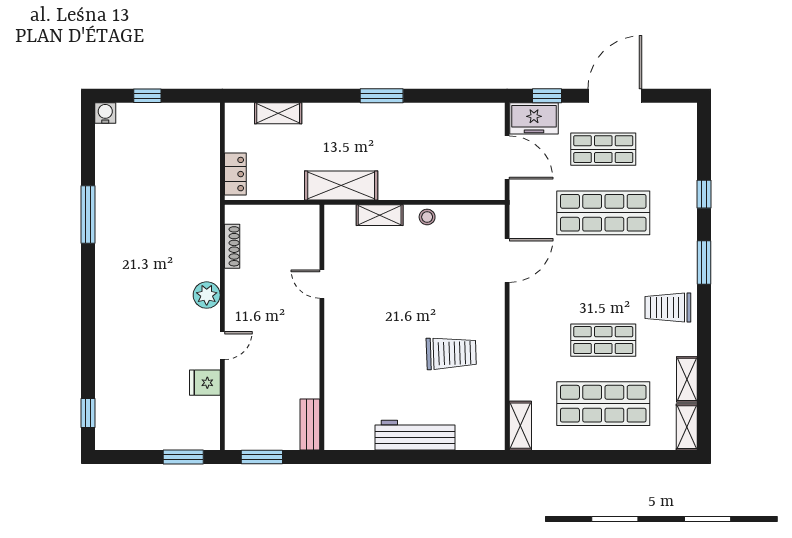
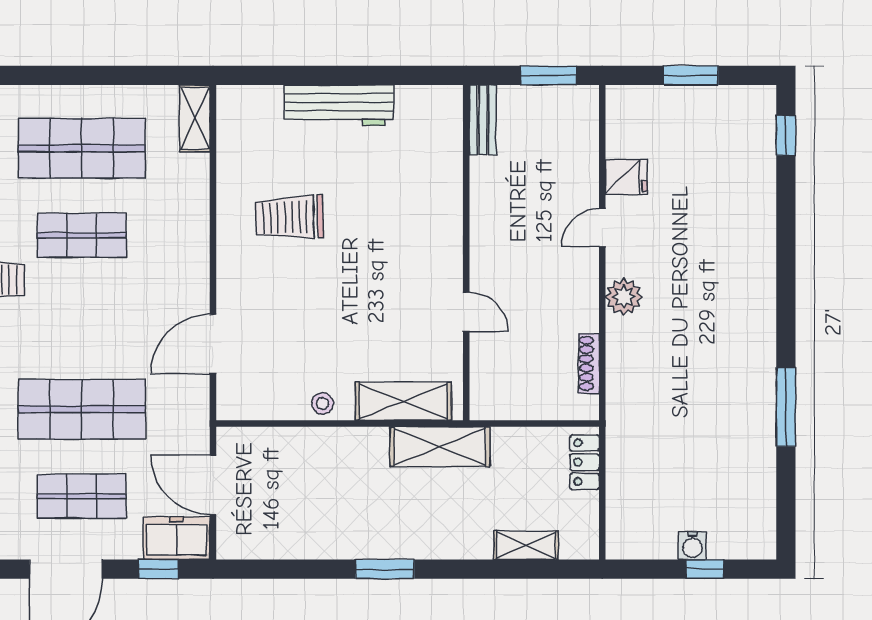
water cooler: (105, 113) -> (692, 546), moved
shelving: (380, 215) -> (403, 401), width x1.50, depth x1.33
window: (183, 457) -> (691, 75), moved

